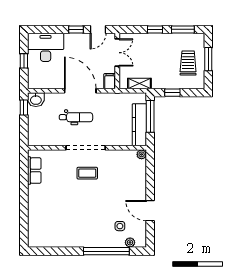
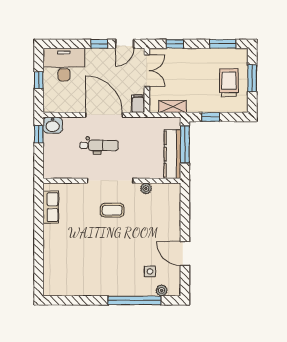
window: (155, 29) -> (175, 44), moved
plant: (142, 154) -> (146, 188), moved

